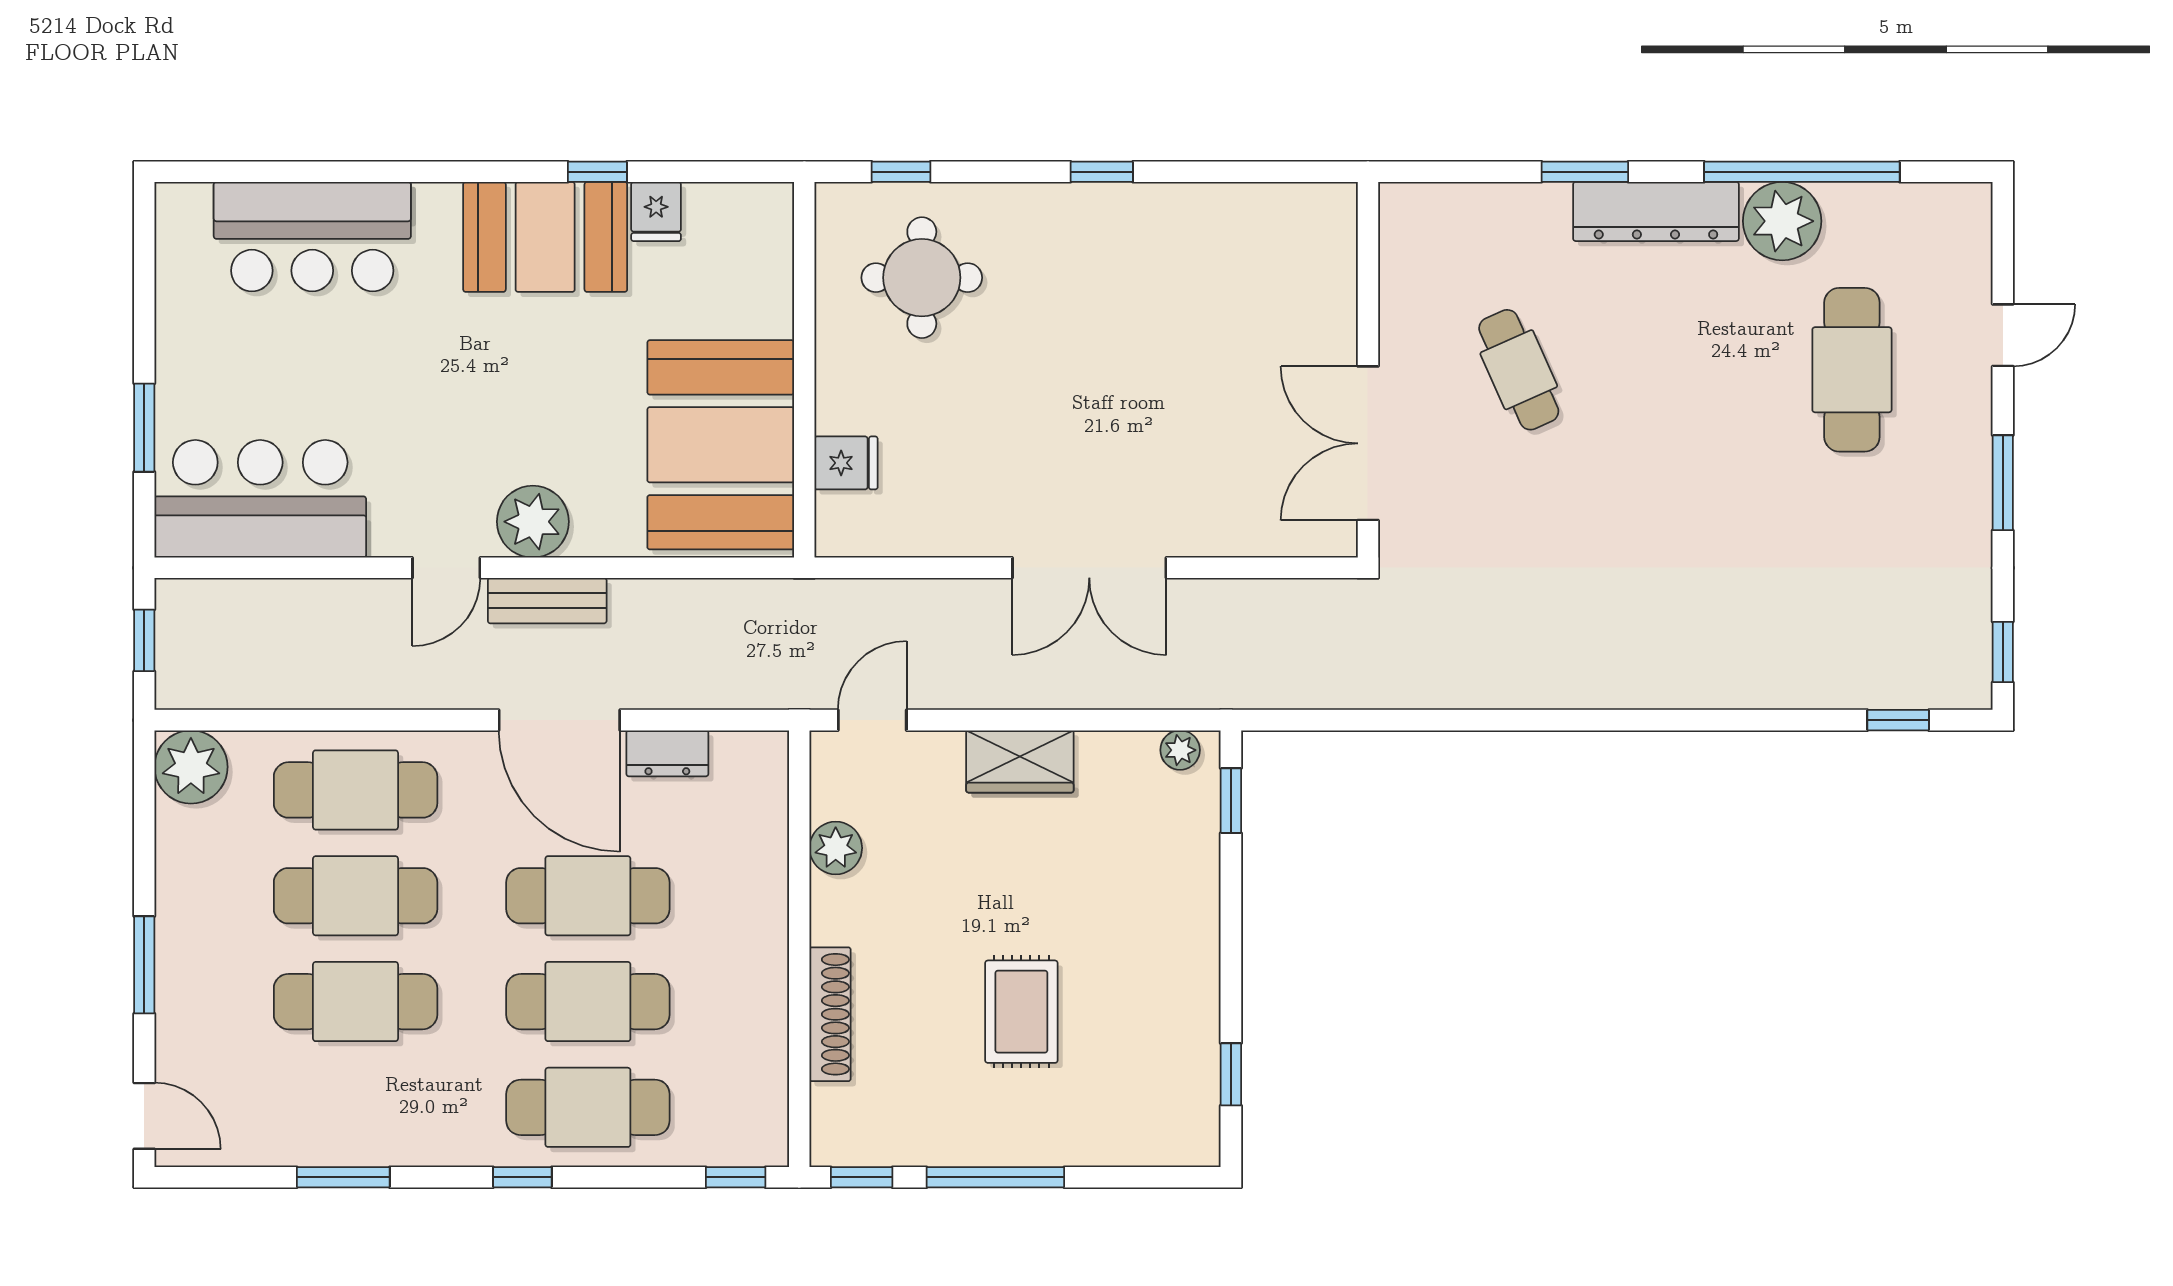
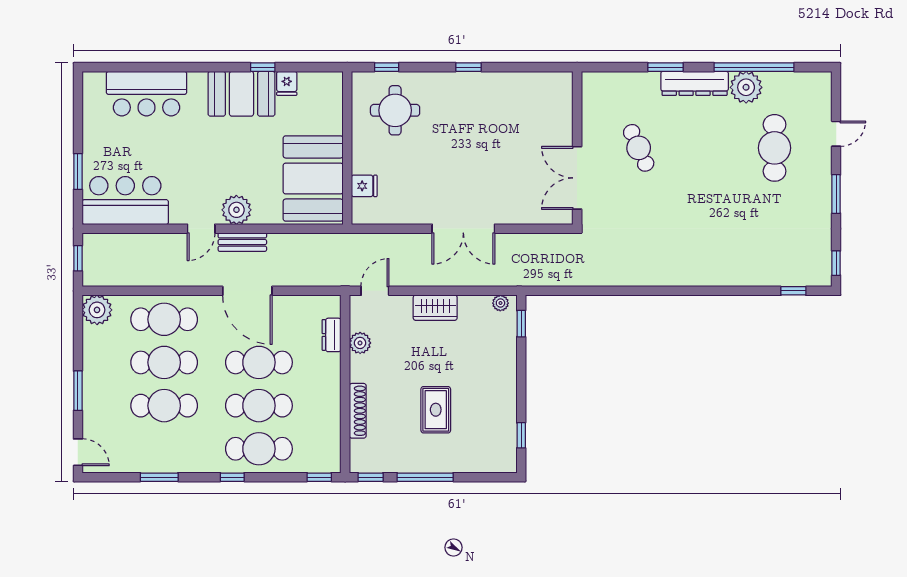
dresser: (667, 753) -> (332, 335), moved, turned 90

